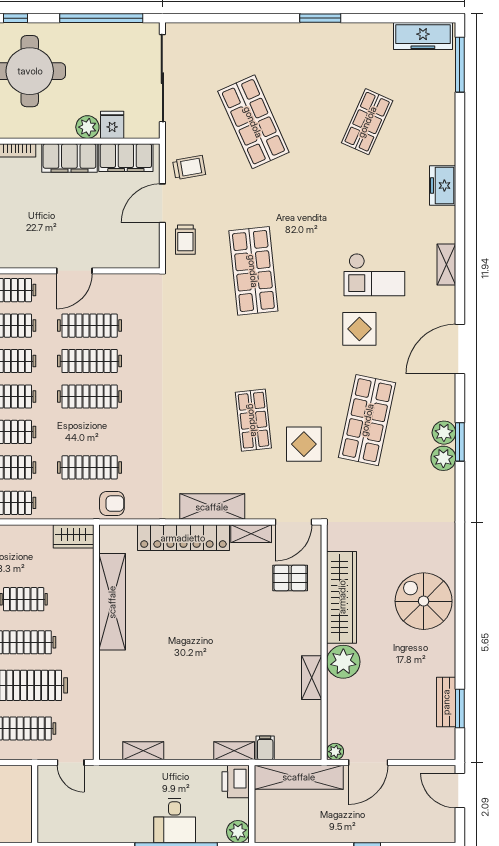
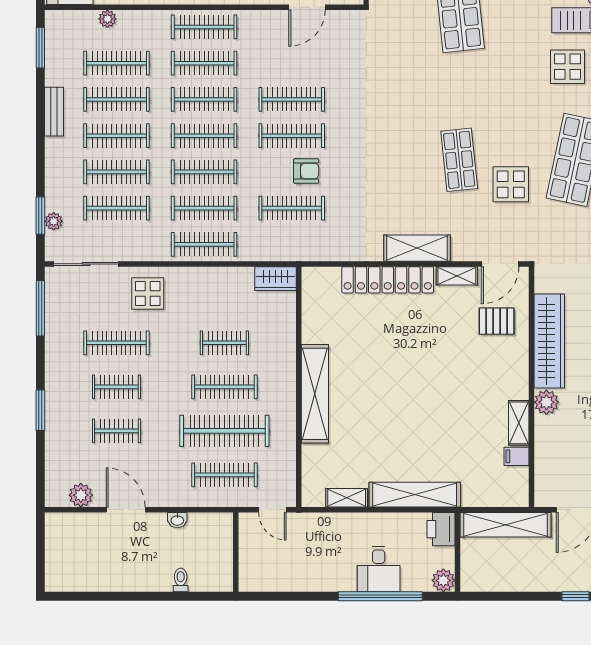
door: (74, 271) -> (307, 7), moved
clothes rail: (90, 326) -> (292, 63), removed
armchair: (112, 504) -> (306, 171), moved
shelving: (112, 602) -> (315, 394), moved
plant: (343, 662) -> (546, 402), width x0.73, depth x0.73
filing cabinet: (265, 748) -> (517, 456), moved, turned -90
shelving: (234, 751) -> (415, 495), width x2.20, depth x1.33
plant: (335, 752) -> (543, 499), removed

